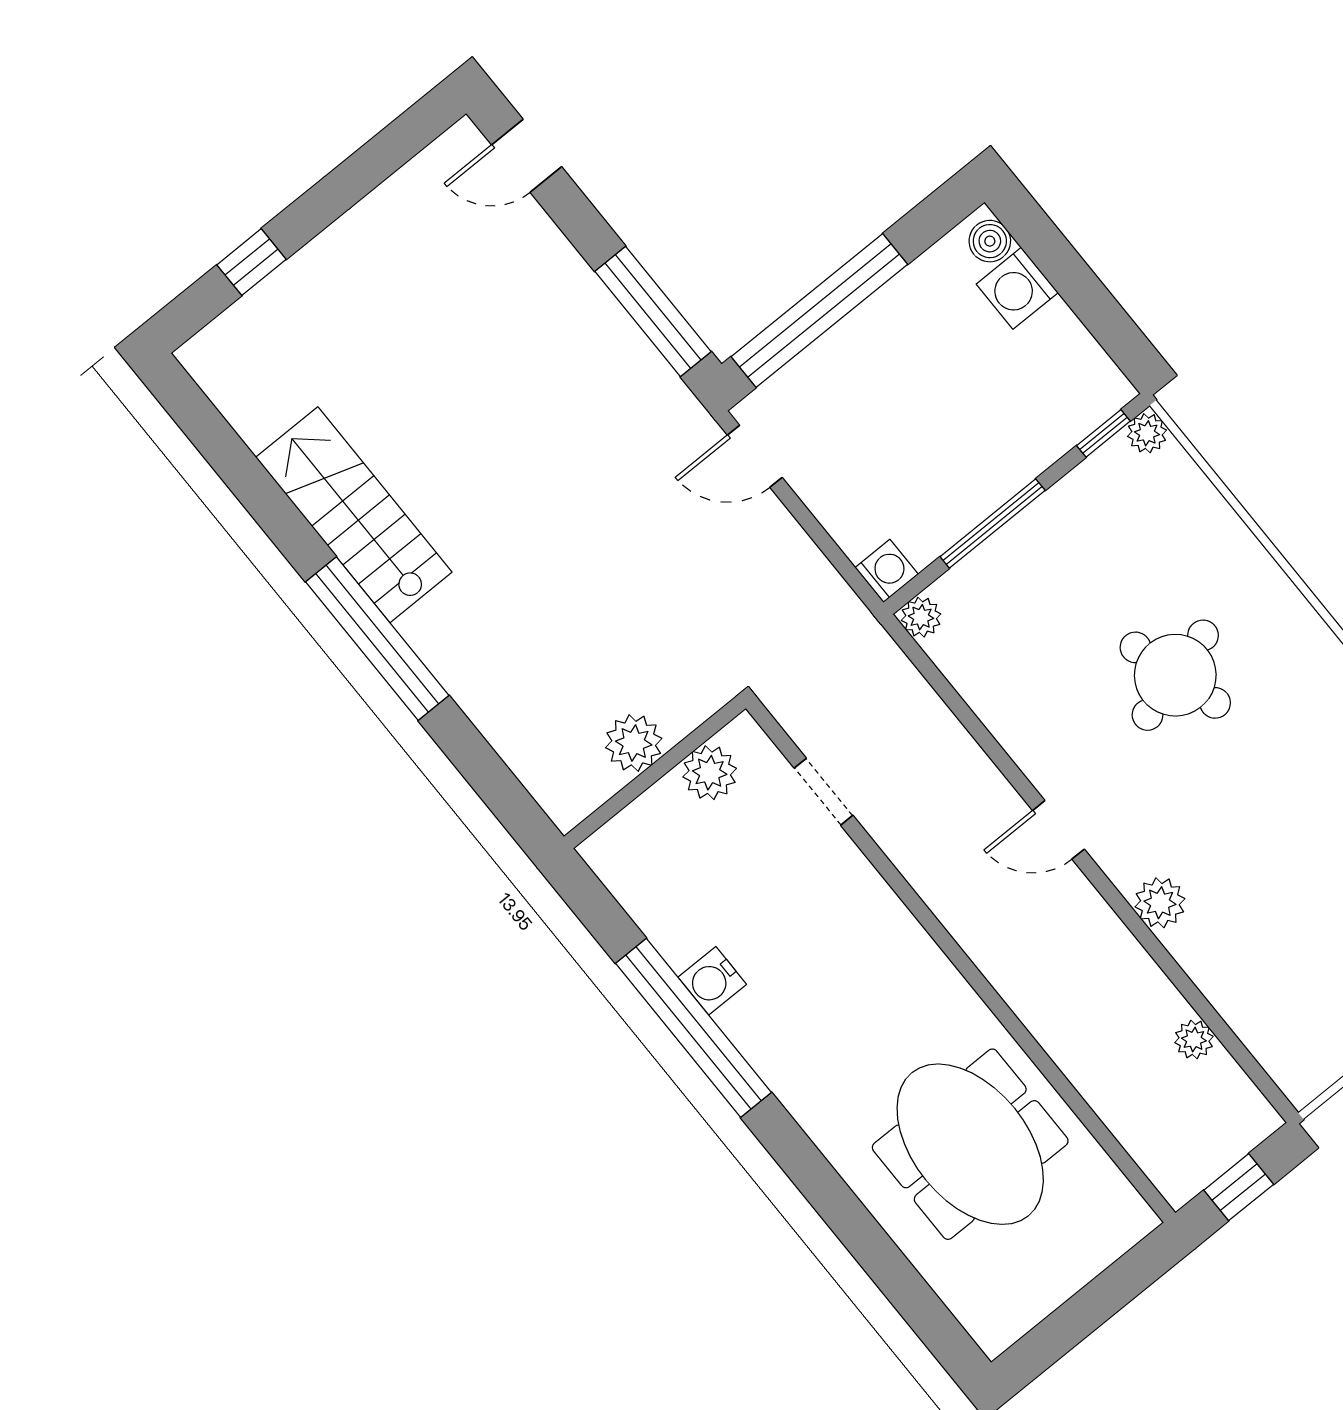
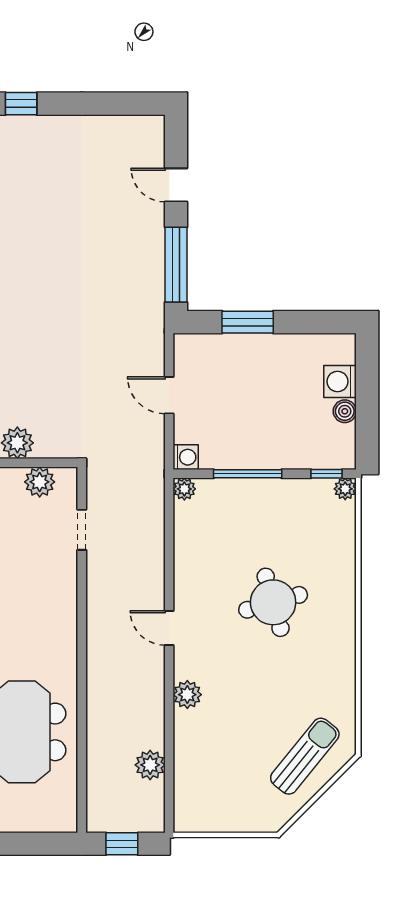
door: (527, 156) -> (176, 185), moved
boiler: (990, 241) -> (345, 411), moved
window: (819, 310) -> (248, 322), width x0.47
door: (755, 456) -> (169, 395), moved
plant: (1194, 1040) -> (150, 765), width x1.38, depth x1.38

